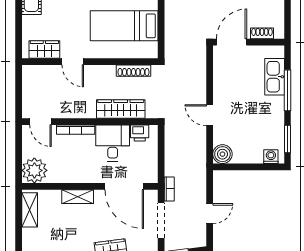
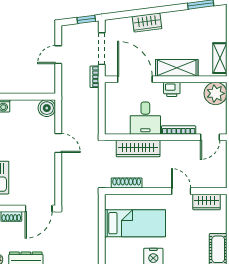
door: (41, 122) -> (210, 137), swing flipped
printer: (140, 133) -> (172, 89), moved, turned 180
shelving: (78, 197) -> (177, 68), width x1.50, depth x1.33

